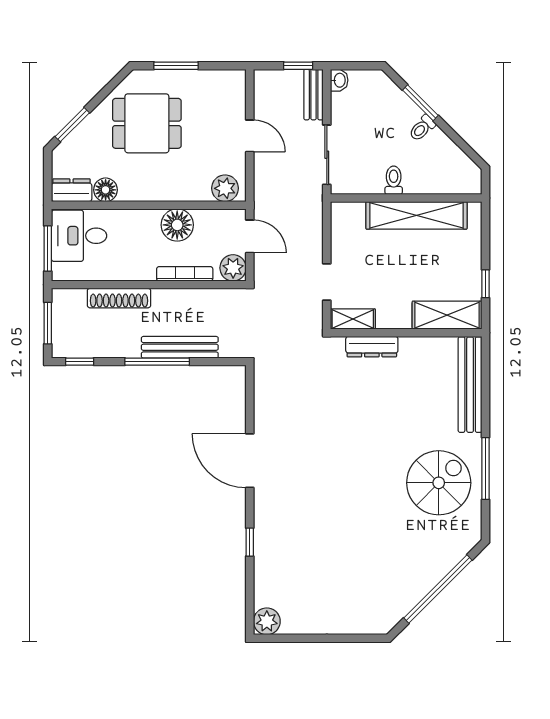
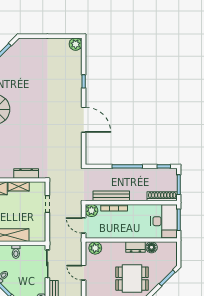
dresser: (72, 190) -> (136, 247), moved
floor lamp: (177, 225) -> (118, 231), removed
desk: (79, 236) -> (164, 221), width x1.37
shoe rack: (119, 298) -> (162, 196), moved
shelving: (353, 319) -> (19, 186), moved
bench: (180, 347) -> (111, 196), moved

